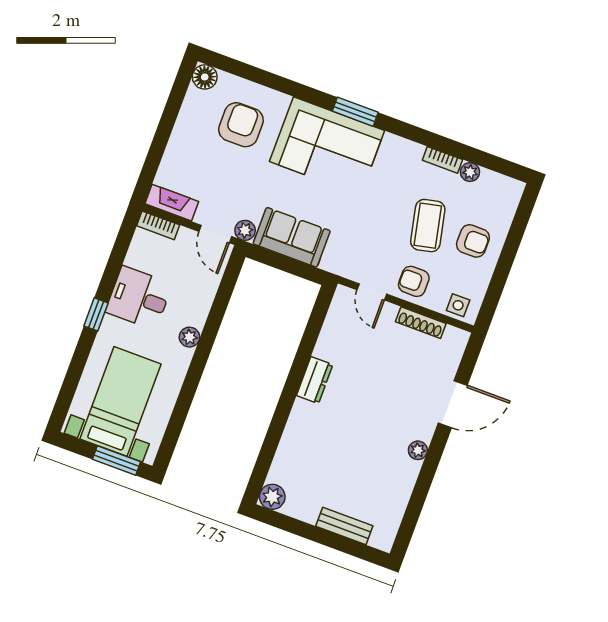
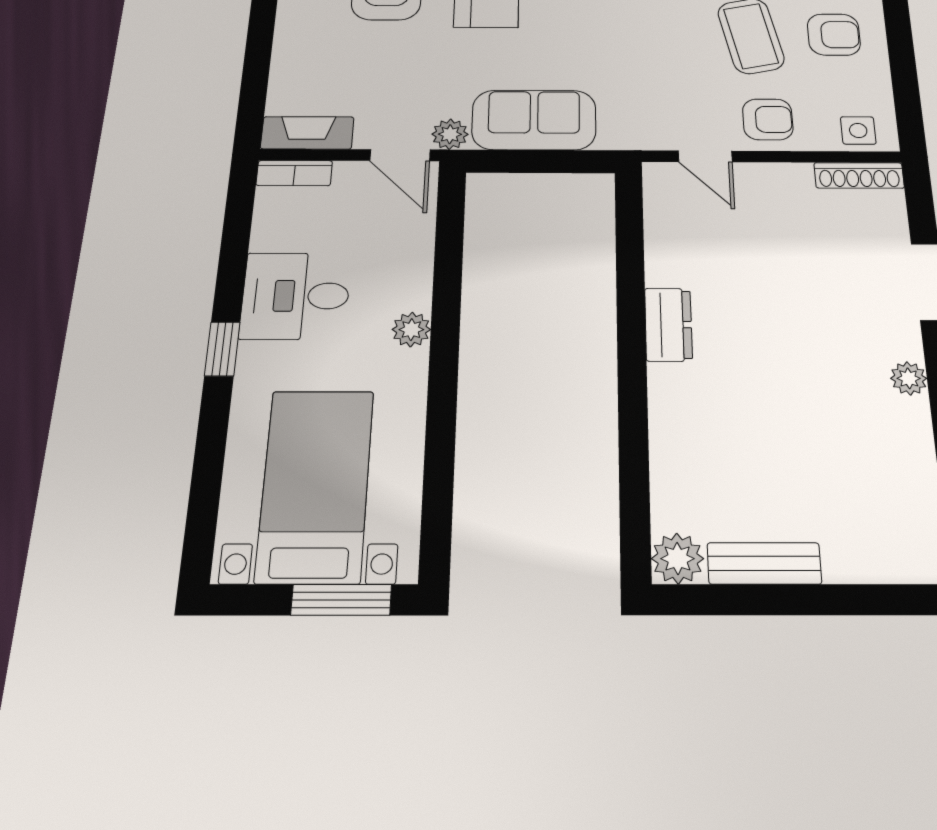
armchair: (414, 281) -> (768, 119), turned 180
shoe rack: (421, 323) -> (859, 175), moved
bench: (344, 526) -> (764, 563), moved

